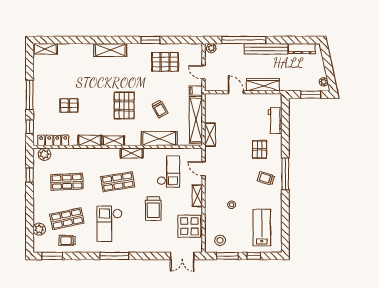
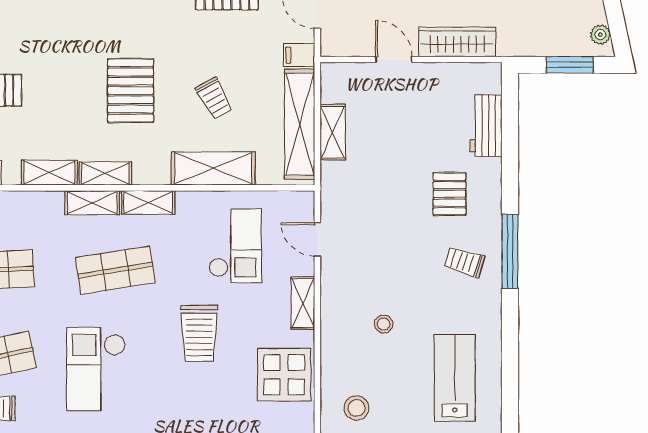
shelving: (210, 135) -> (333, 132), moved
shelving: (108, 153) -> (92, 203), added

